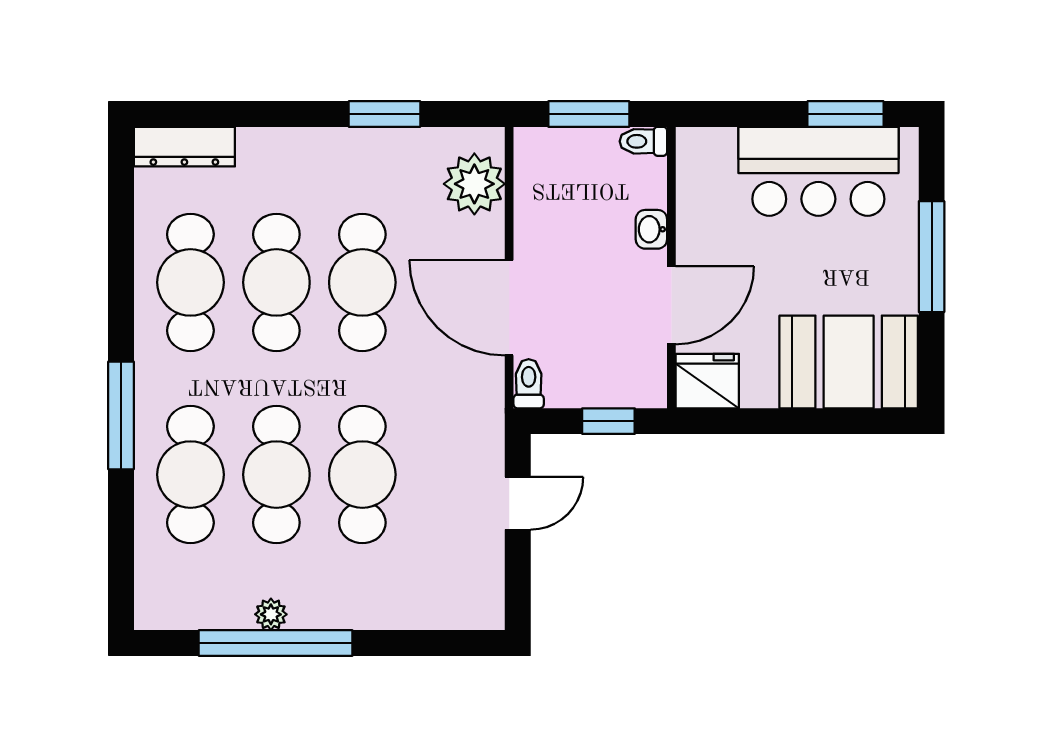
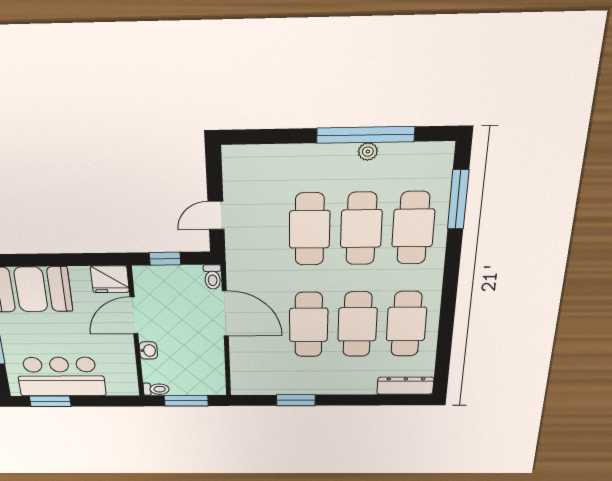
plant: (474, 184) -> (247, 370), removed
window: (121, 415) -> (458, 200), moved

